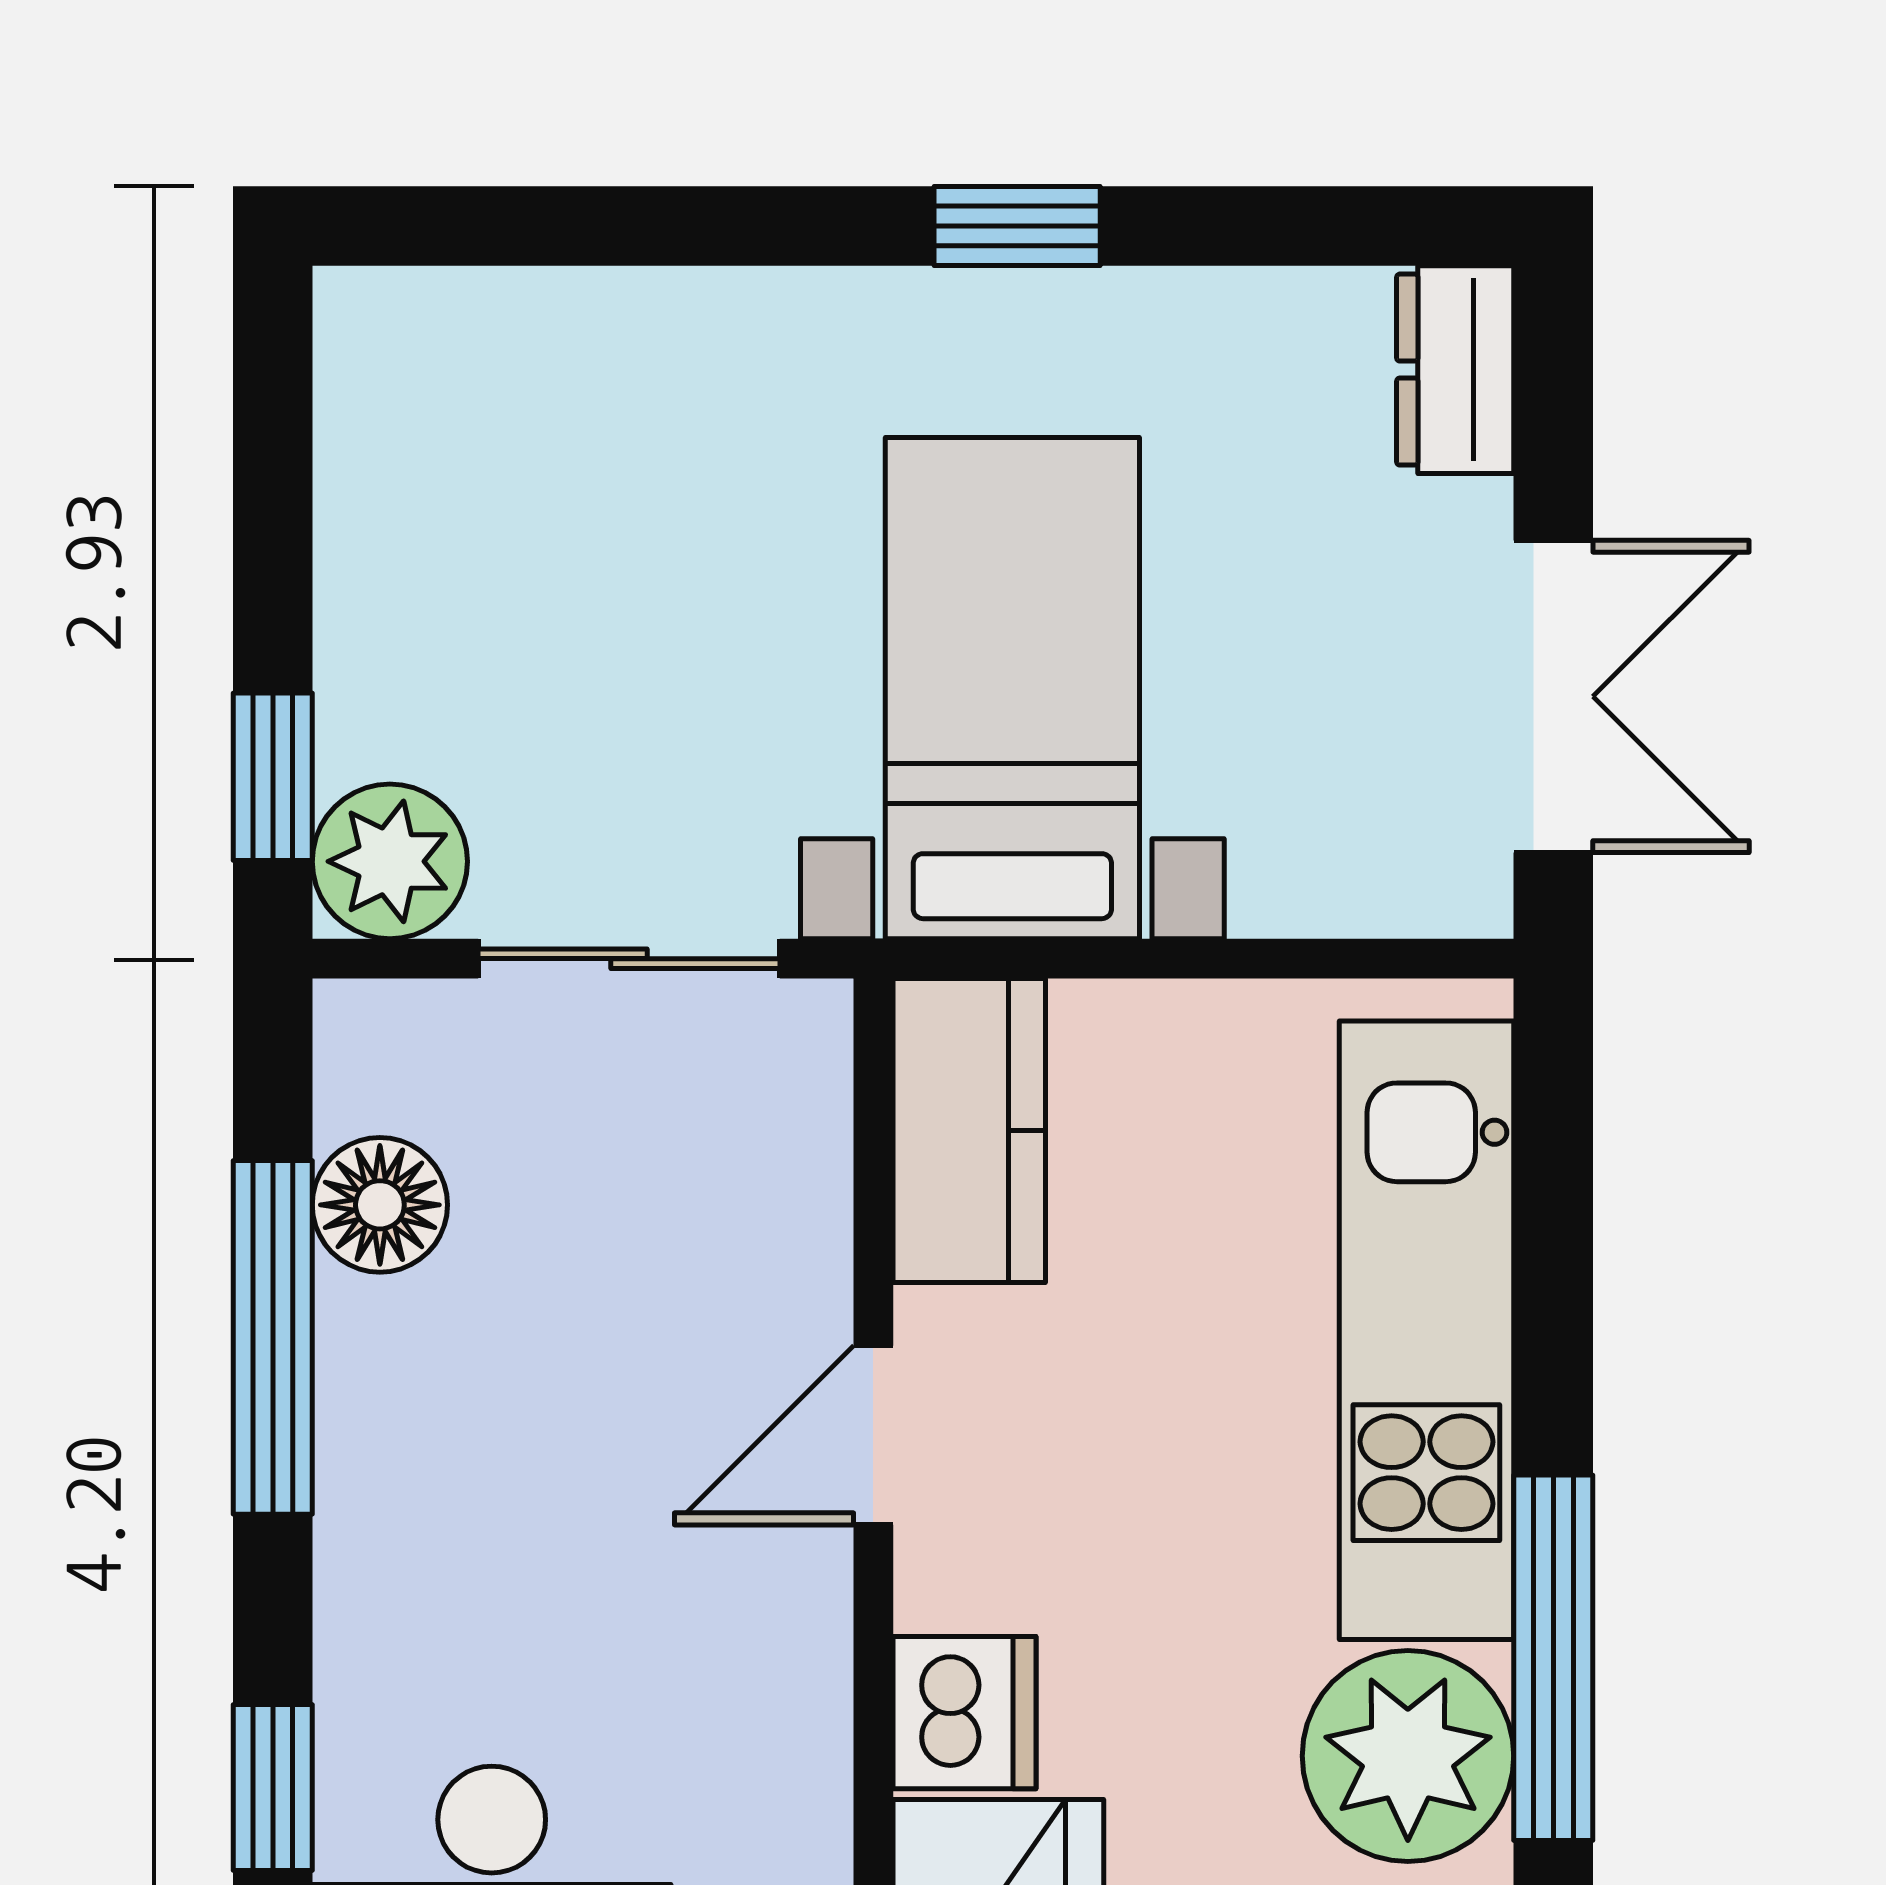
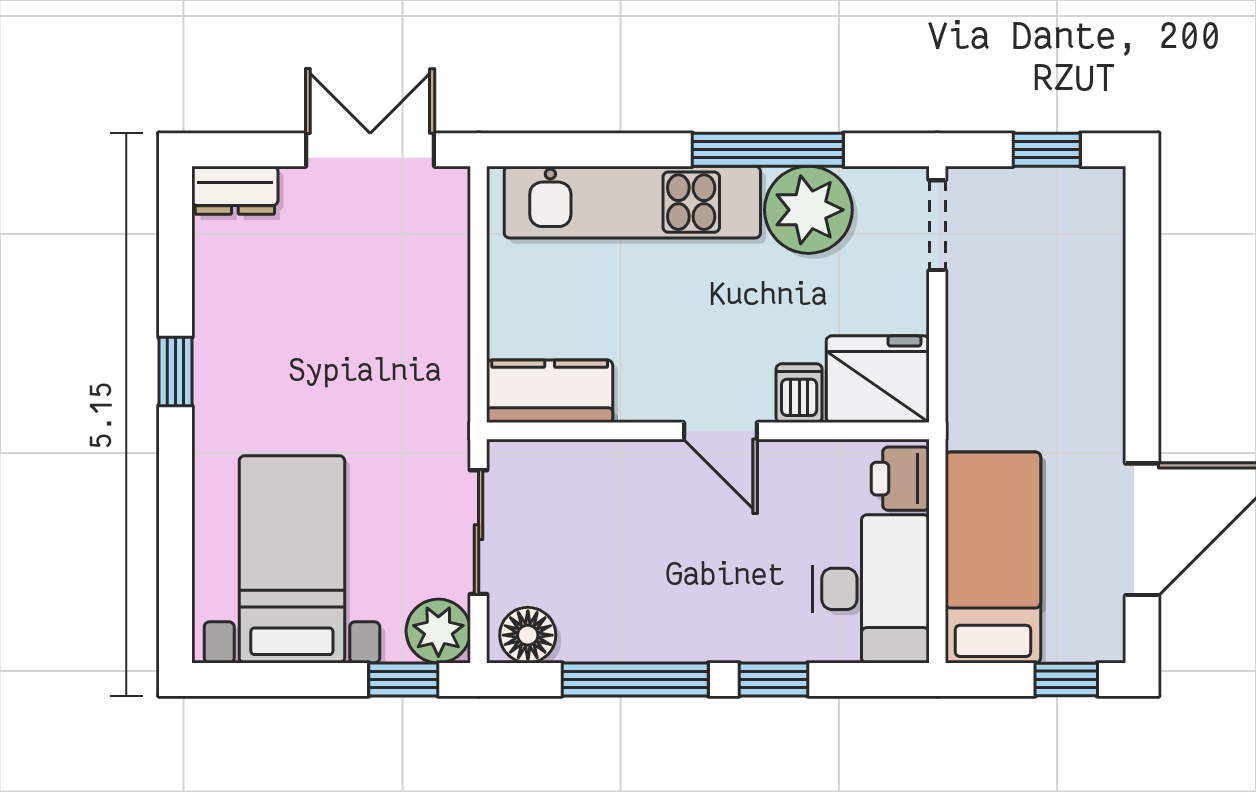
bed with nightstands: (1012, 688) -> (292, 559), moved, turned 90
floor lamp: (380, 1205) -> (528, 635), moved
door: (873, 1435) -> (720, 431), moved
dishwasher: (965, 1713) -> (799, 393), width x0.73
window: (273, 1787) -> (773, 679), moved

